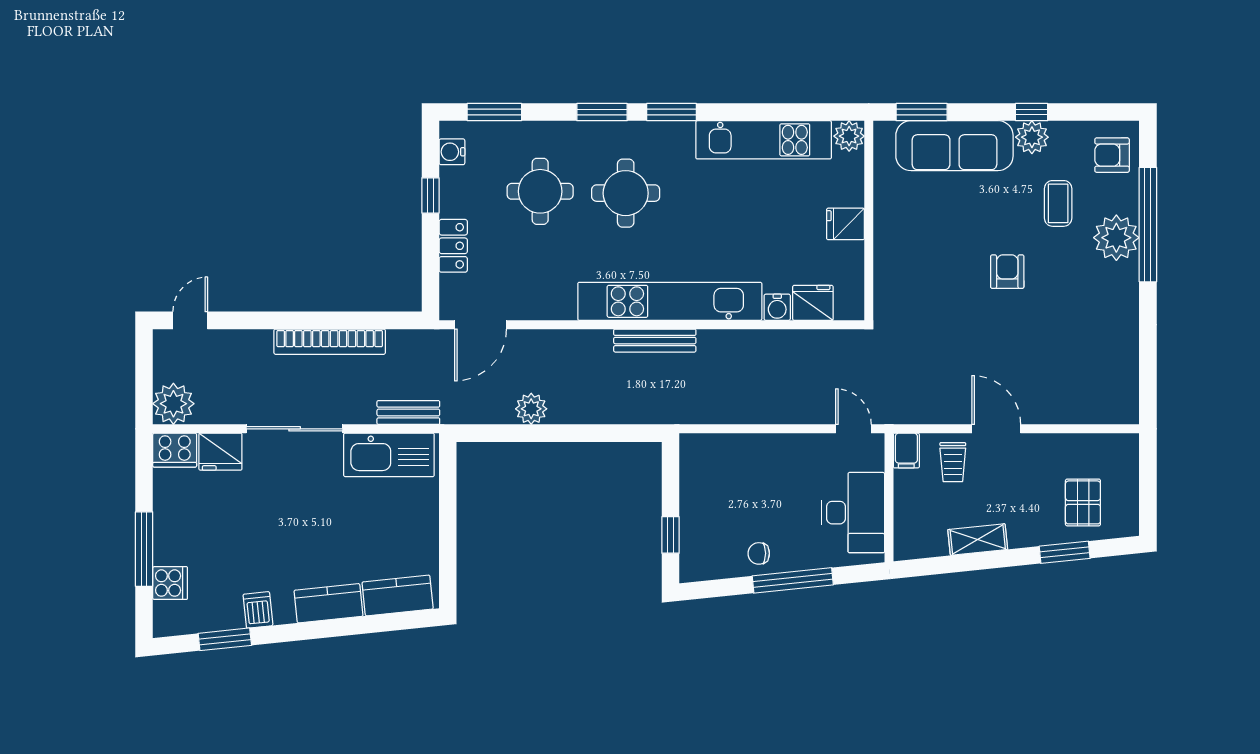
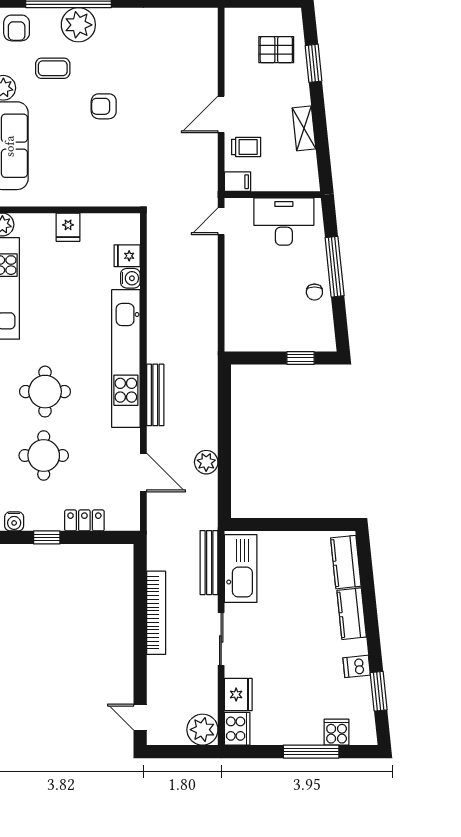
fridge: (813, 303) -> (127, 256), width x0.72
door: (480, 325) -> (143, 472), moved
bench: (655, 341) -> (155, 395), moved
bench: (408, 412) -> (209, 563), width x1.36
sliding door: (295, 429) -> (221, 639), width x0.73

